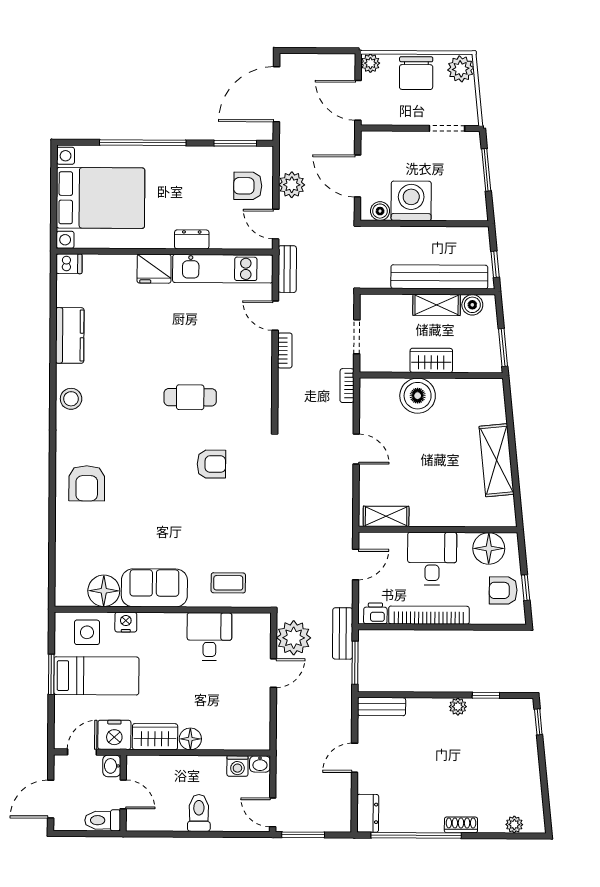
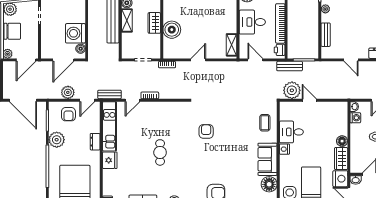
plant: (196, 162) -> (57, 140), added
cafe table: (190, 397) -> (160, 152), moved
nightstand: (126, 622) -> (285, 149), moved
bench: (382, 707) -> (326, 35), moved

